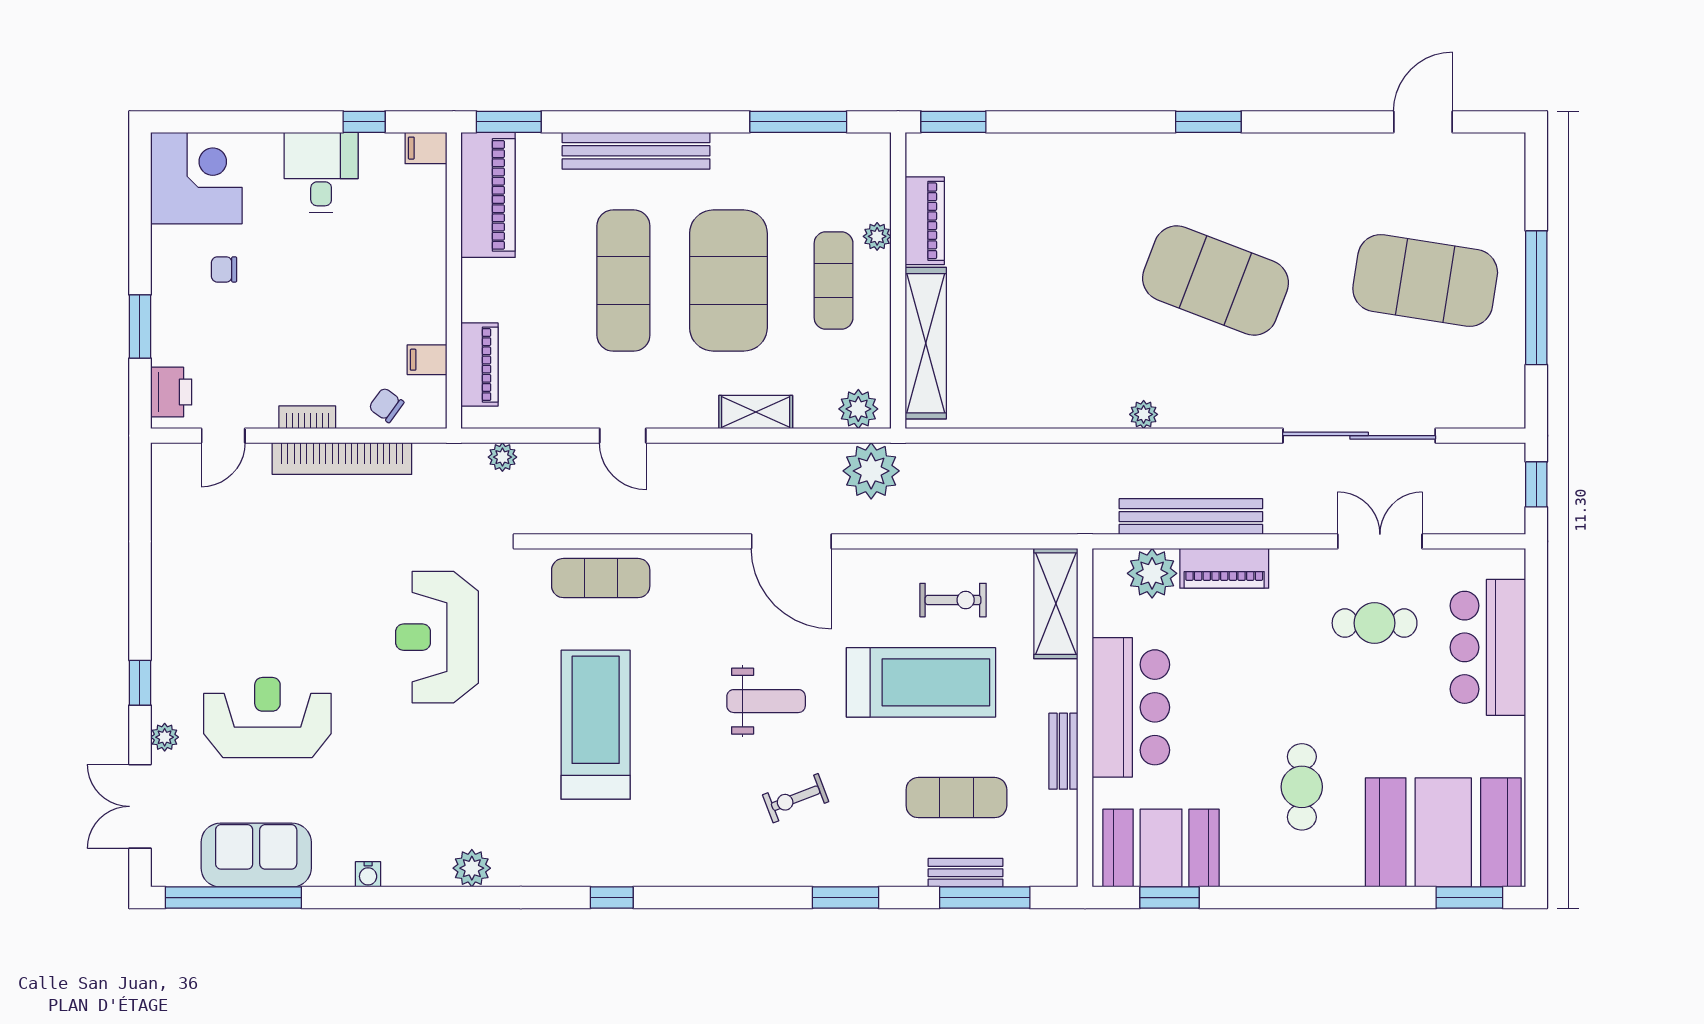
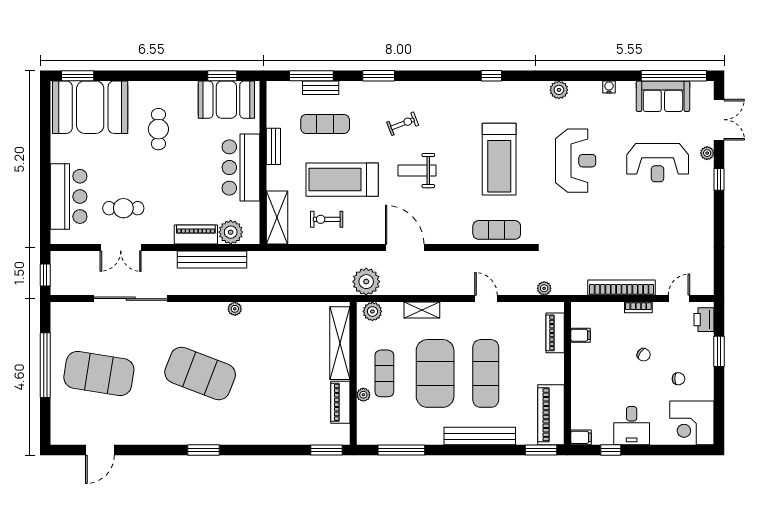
chair: (386, 405) -> (644, 355), moved
reception desk: (437, 637) -> (576, 161), moved

